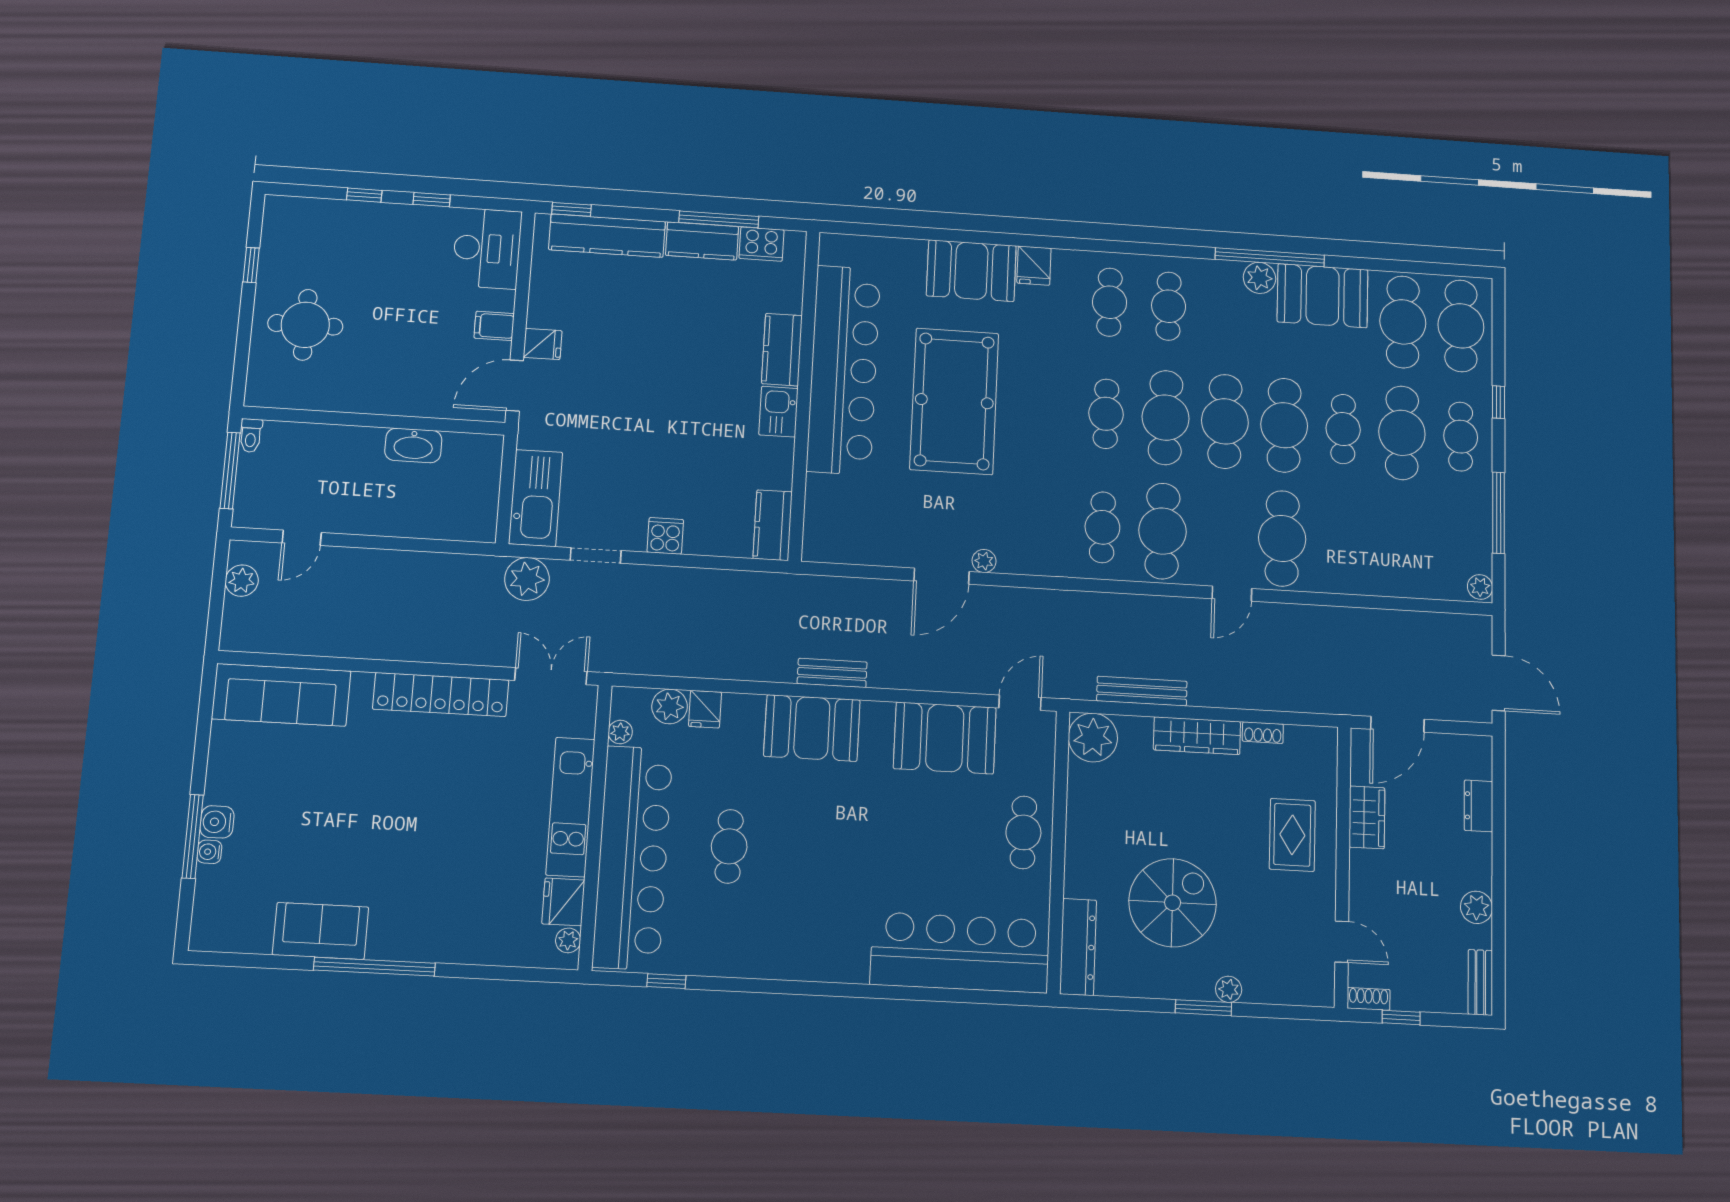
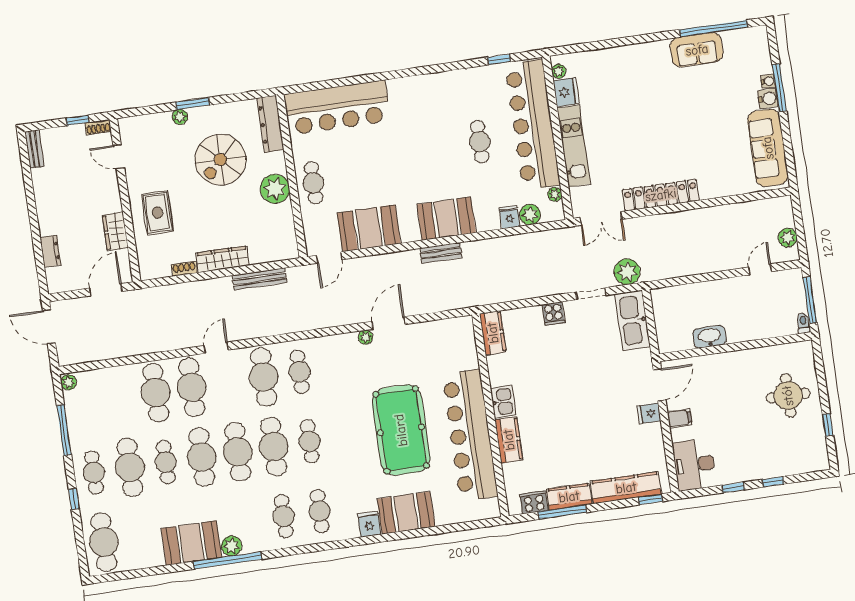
cafe table: (1403, 322) -> (156, 392), moved
sofa: (281, 695) -> (768, 148), moved, turned -90
plant: (1093, 738) -> (275, 189), moved
plant: (1477, 907) -> (43, 192), removed
window: (374, 967) -> (714, 29), moved

